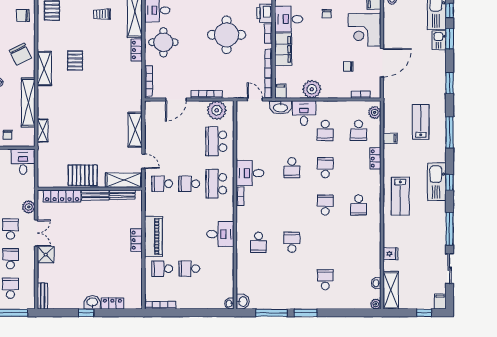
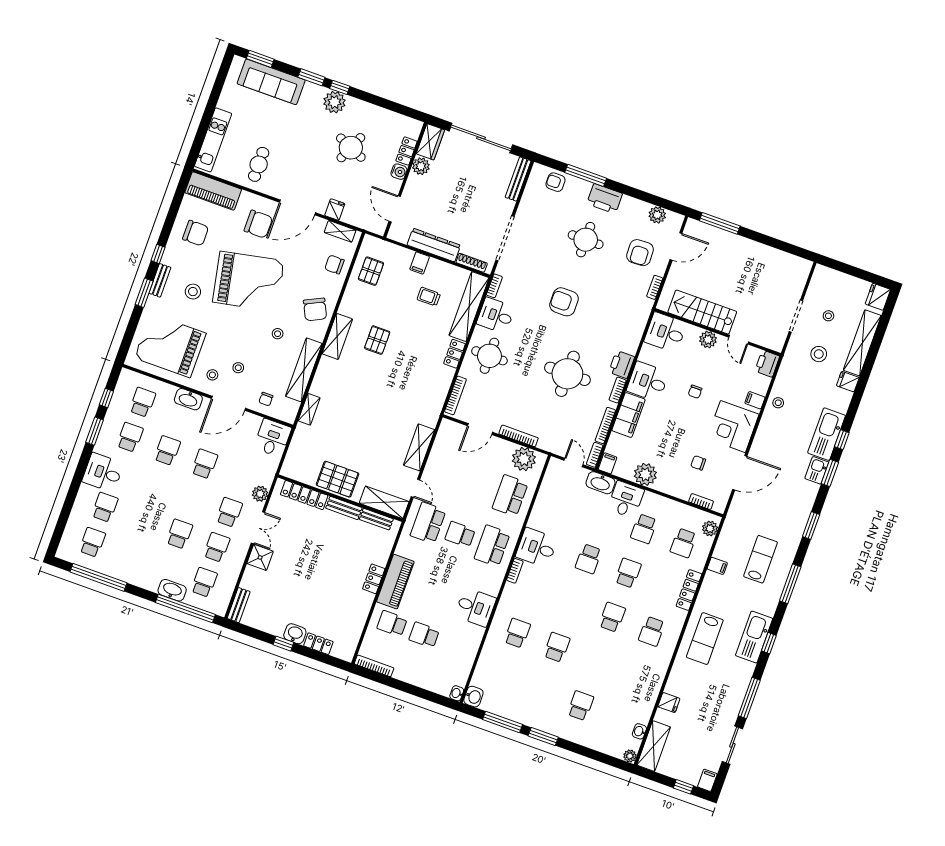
locker: (375, 158) -> (689, 590), width x1.53
school desk: (162, 184) -> (428, 523), width x1.85
school desk: (258, 242) -> (517, 633), turned 180

